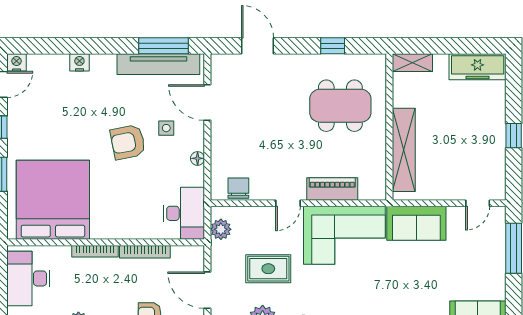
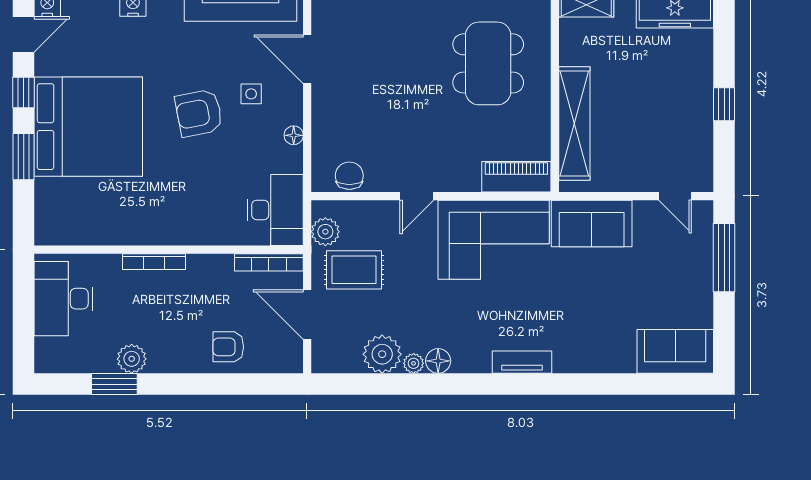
dining table: (340, 106) -> (488, 63), turned 90
piano: (332, 189) -> (516, 177), moved
bed: (53, 200) -> (88, 127), moved, turned 90
door: (478, 203) -> (675, 196), hinge flipped
bookcase: (145, 252) -> (269, 262), moved
rug: (268, 269) -> (354, 270), moved

